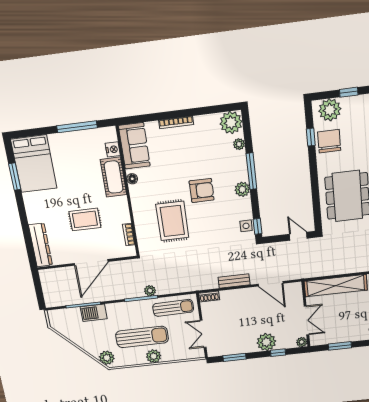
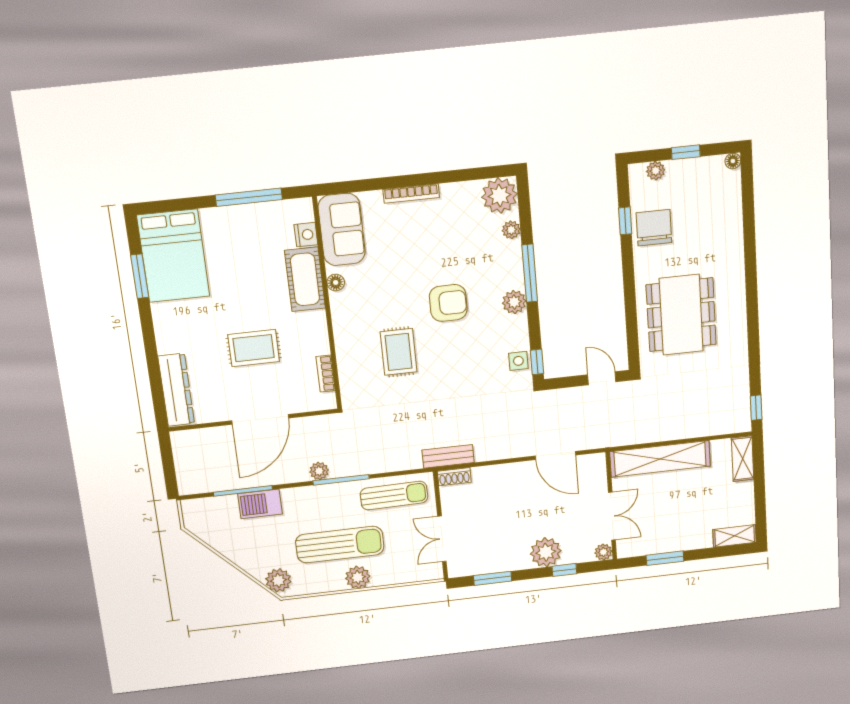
plant: (330, 110) -> (656, 171), width x0.53, depth x0.53
rug: (172, 221) -> (399, 352), width x0.73, depth x0.70
bench: (234, 281) -> (448, 456), moved
plant: (150, 291) -> (319, 471), moved

